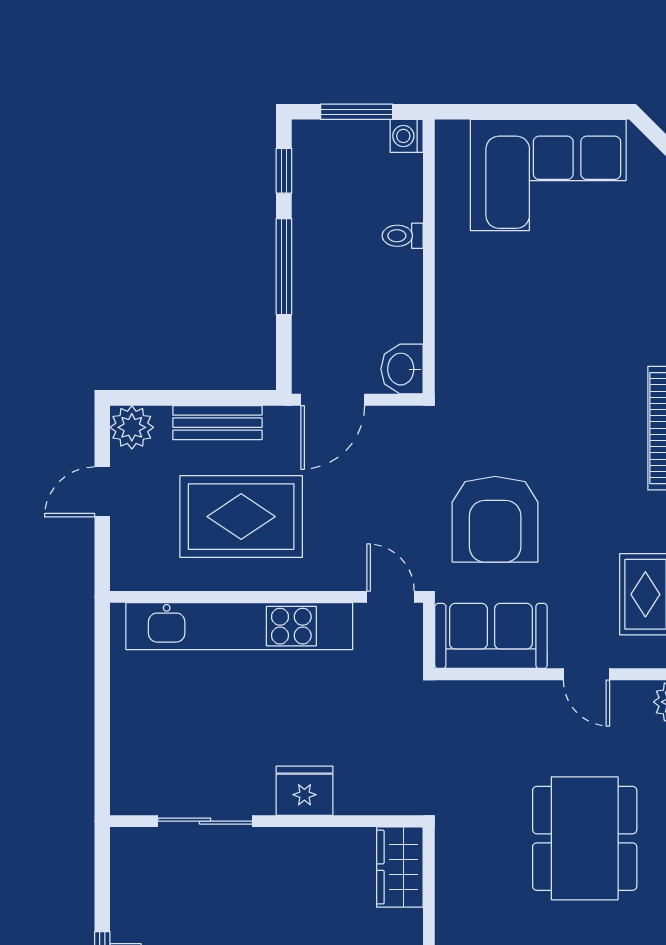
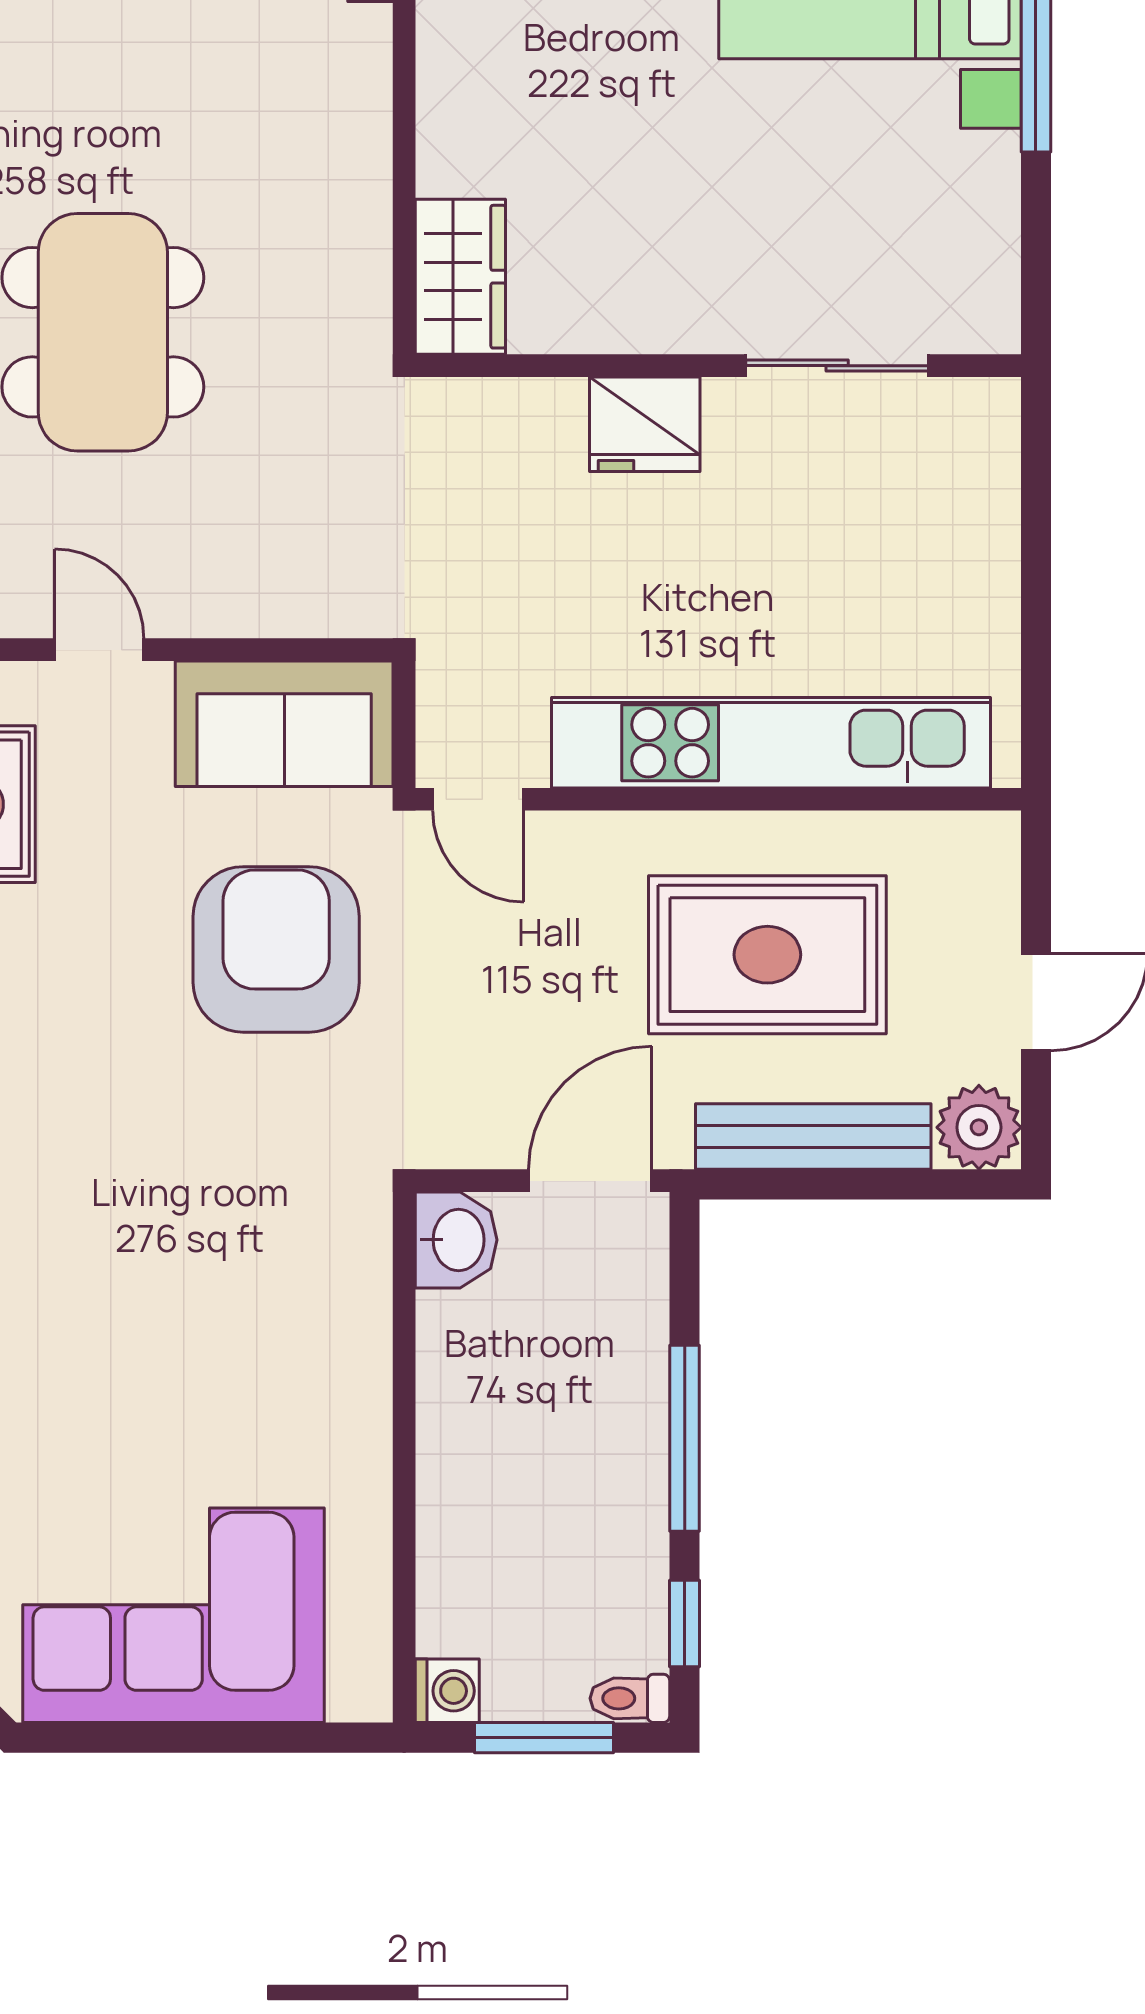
toilet: (403, 236) -> (630, 1698), moved, turned 180
bench: (217, 423) -> (813, 1136), width x1.36

